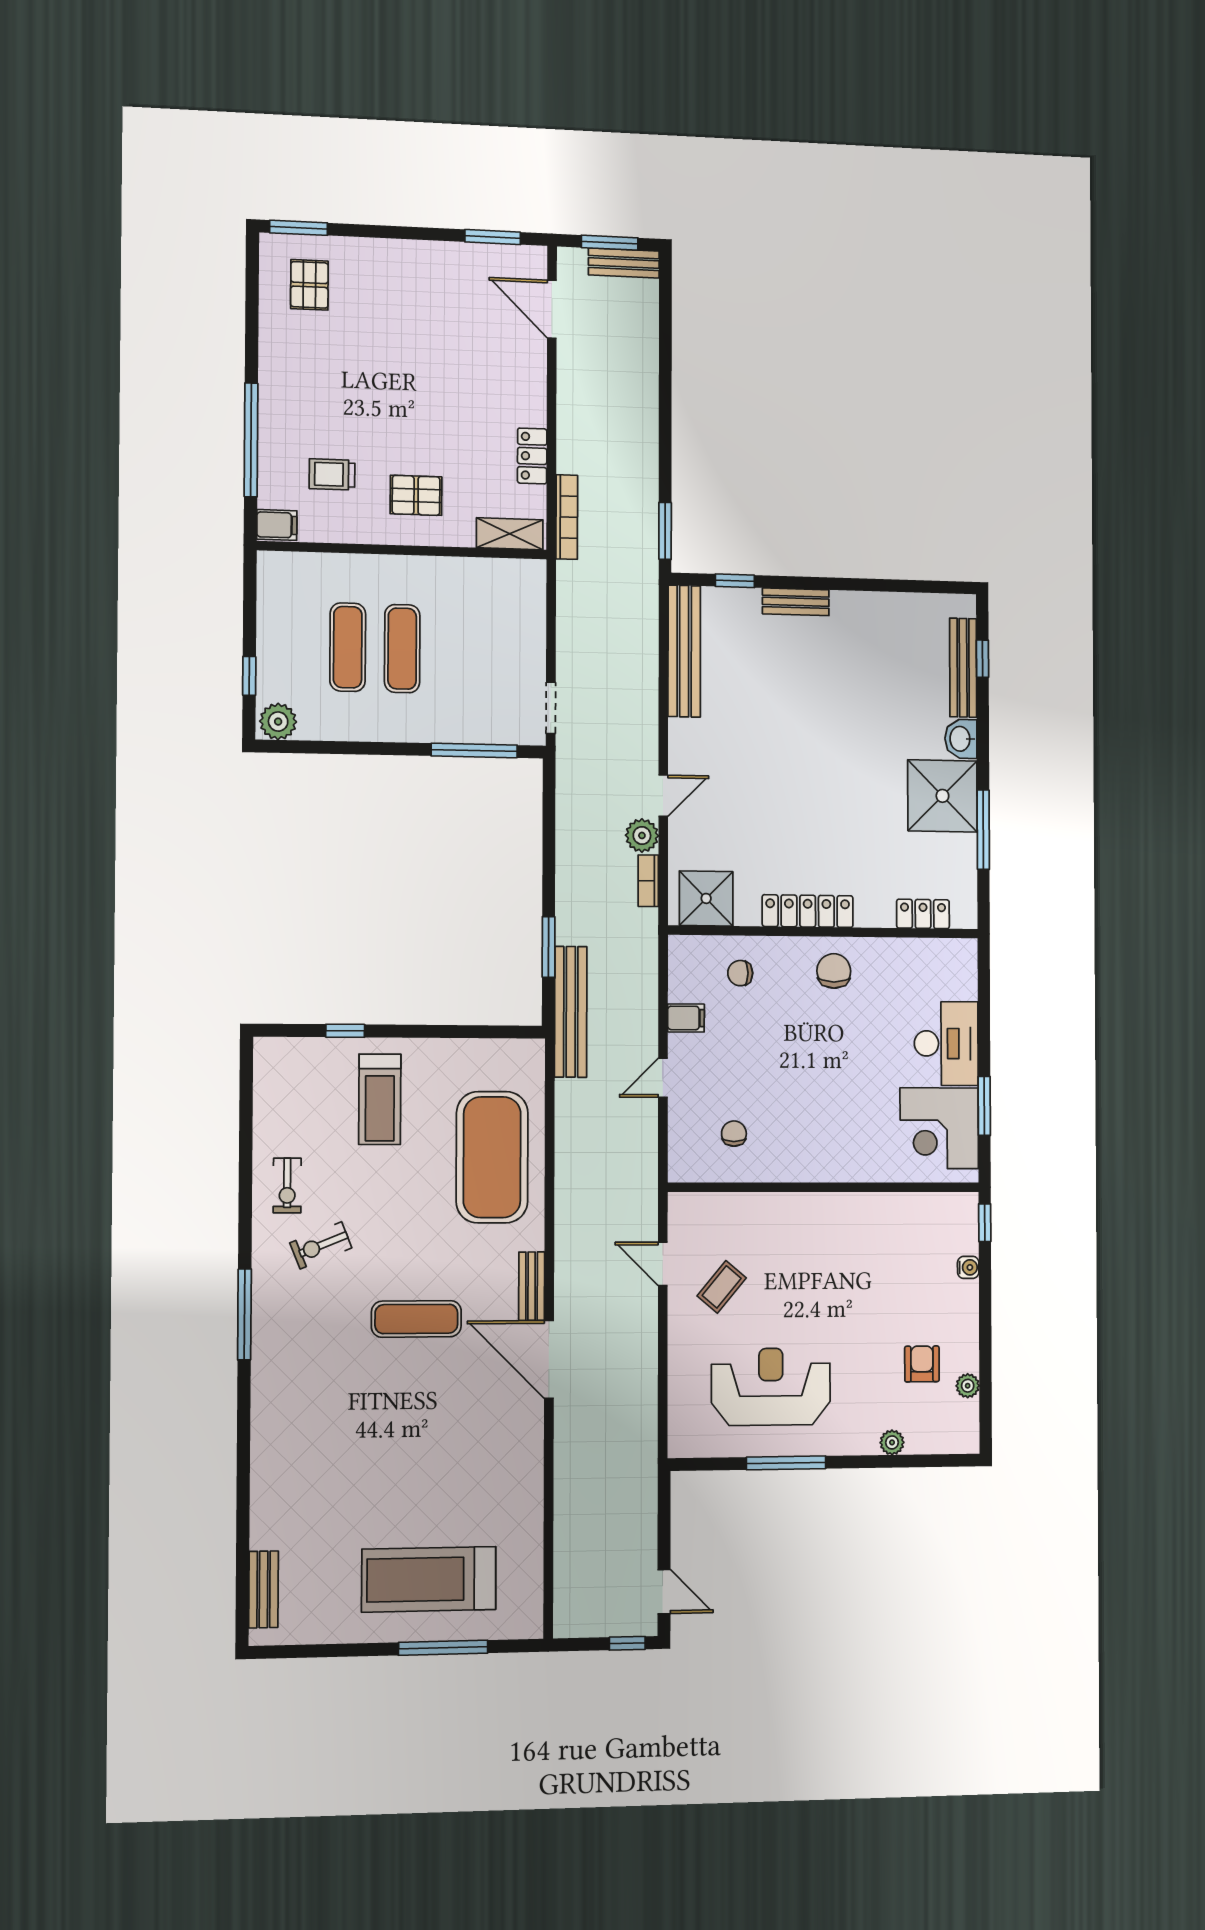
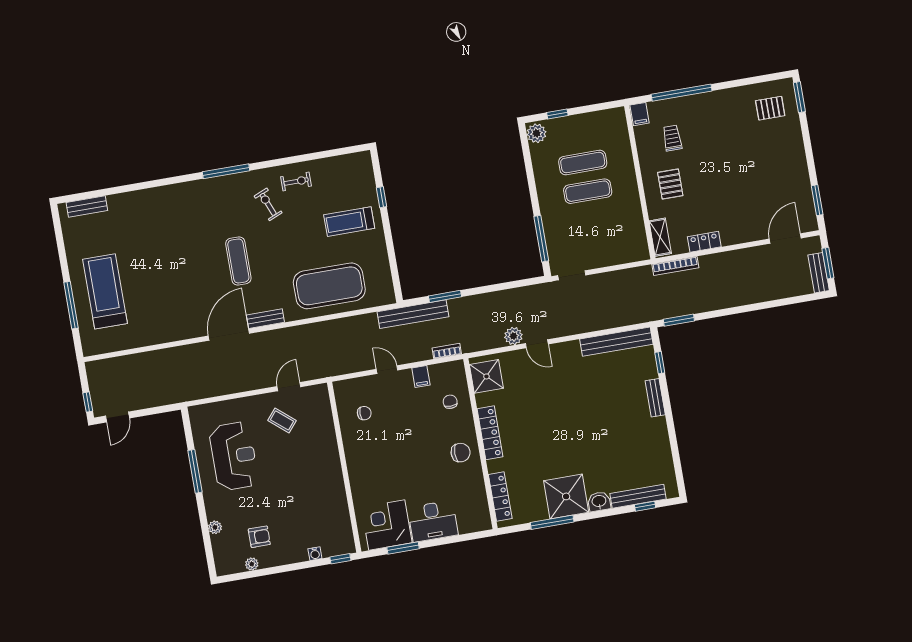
bookcase: (648, 881) -> (447, 351), moved
locker: (923, 914) -> (500, 496), width x1.53
exercise bike: (287, 1186) -> (296, 181), turned 180

